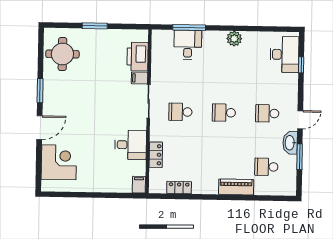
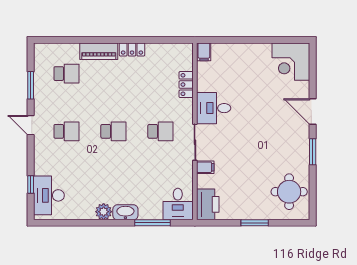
desk: (188, 45) -> (178, 204), moved
printer: (138, 57) -> (208, 204), moved
door: (300, 120) -> (31, 125), hinge flipped
door: (39, 128) -> (313, 112), hinge flipped
washbasin: (290, 143) -> (125, 212), moved, turned -90
desk: (131, 145) -> (214, 108), moved
corner desk: (59, 162) -> (291, 62), moved
locker: (179, 188) -> (132, 49), moved

